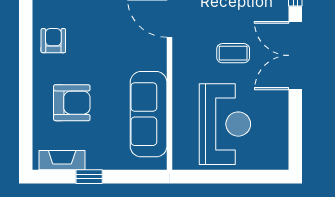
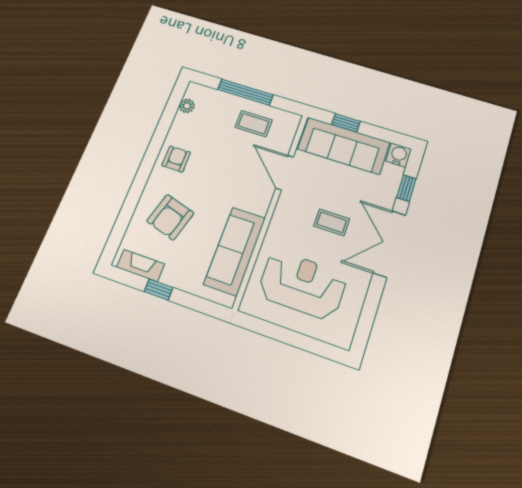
armchair: (72, 103) -> (170, 217), turned 106
reception desk: (225, 124) -> (302, 285), turned -90

